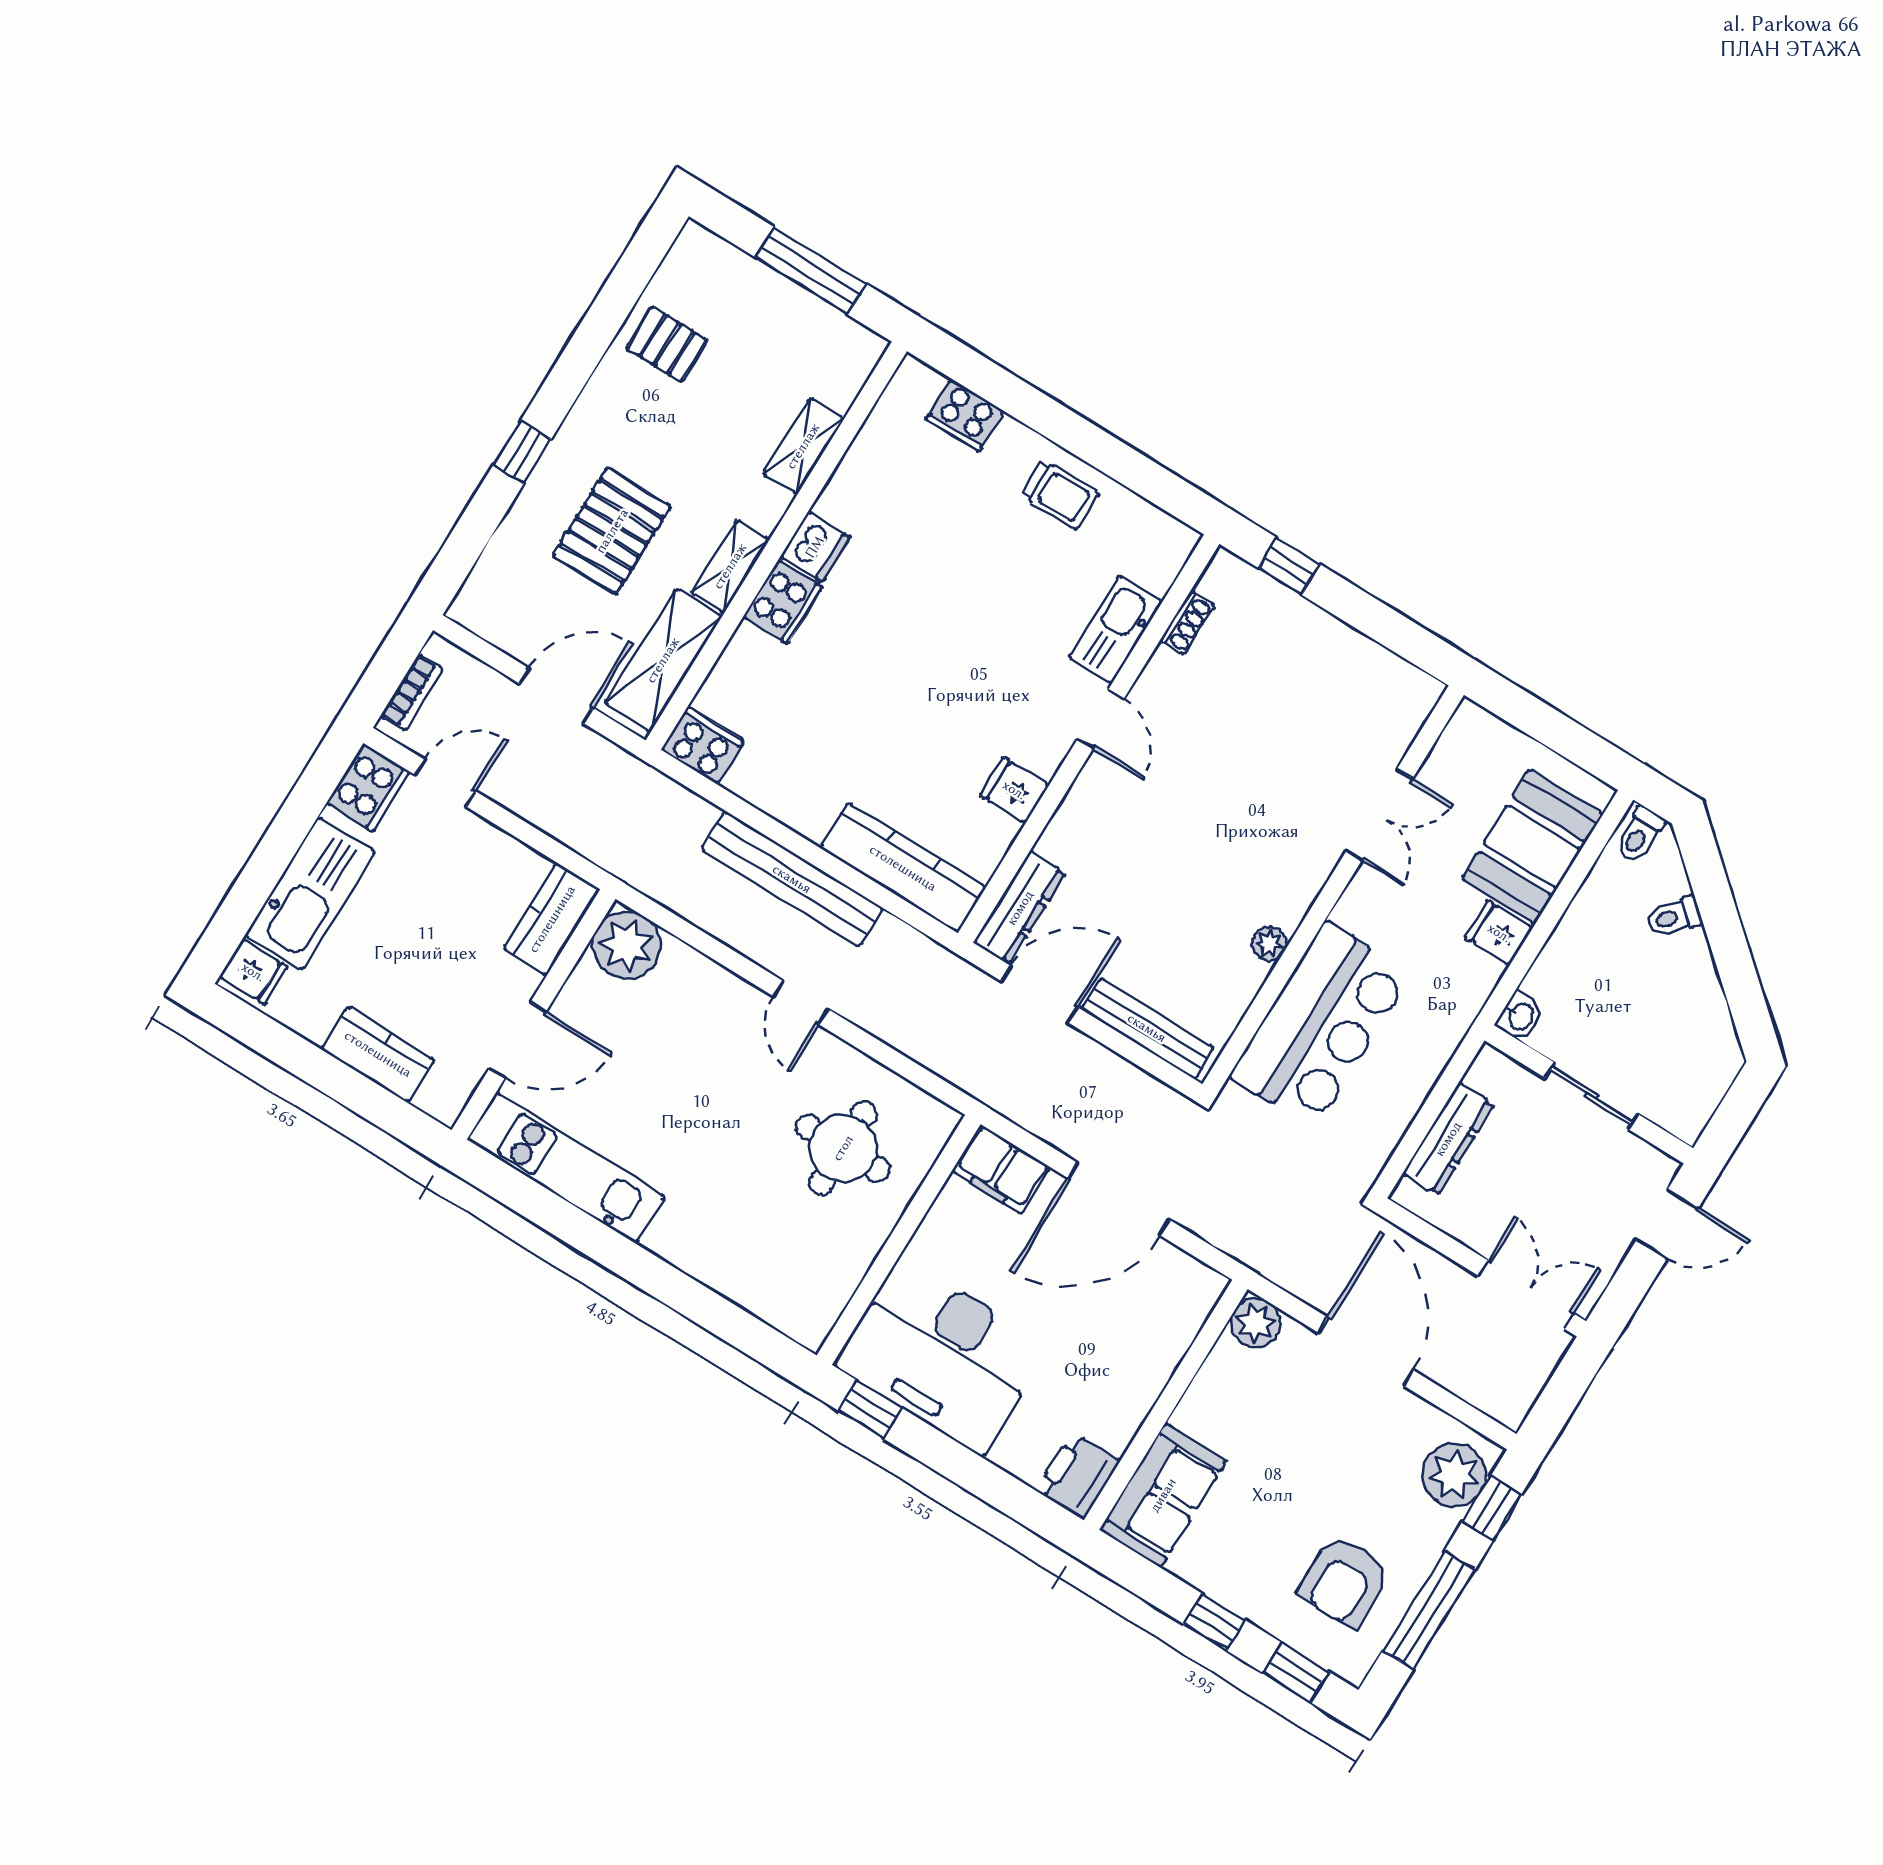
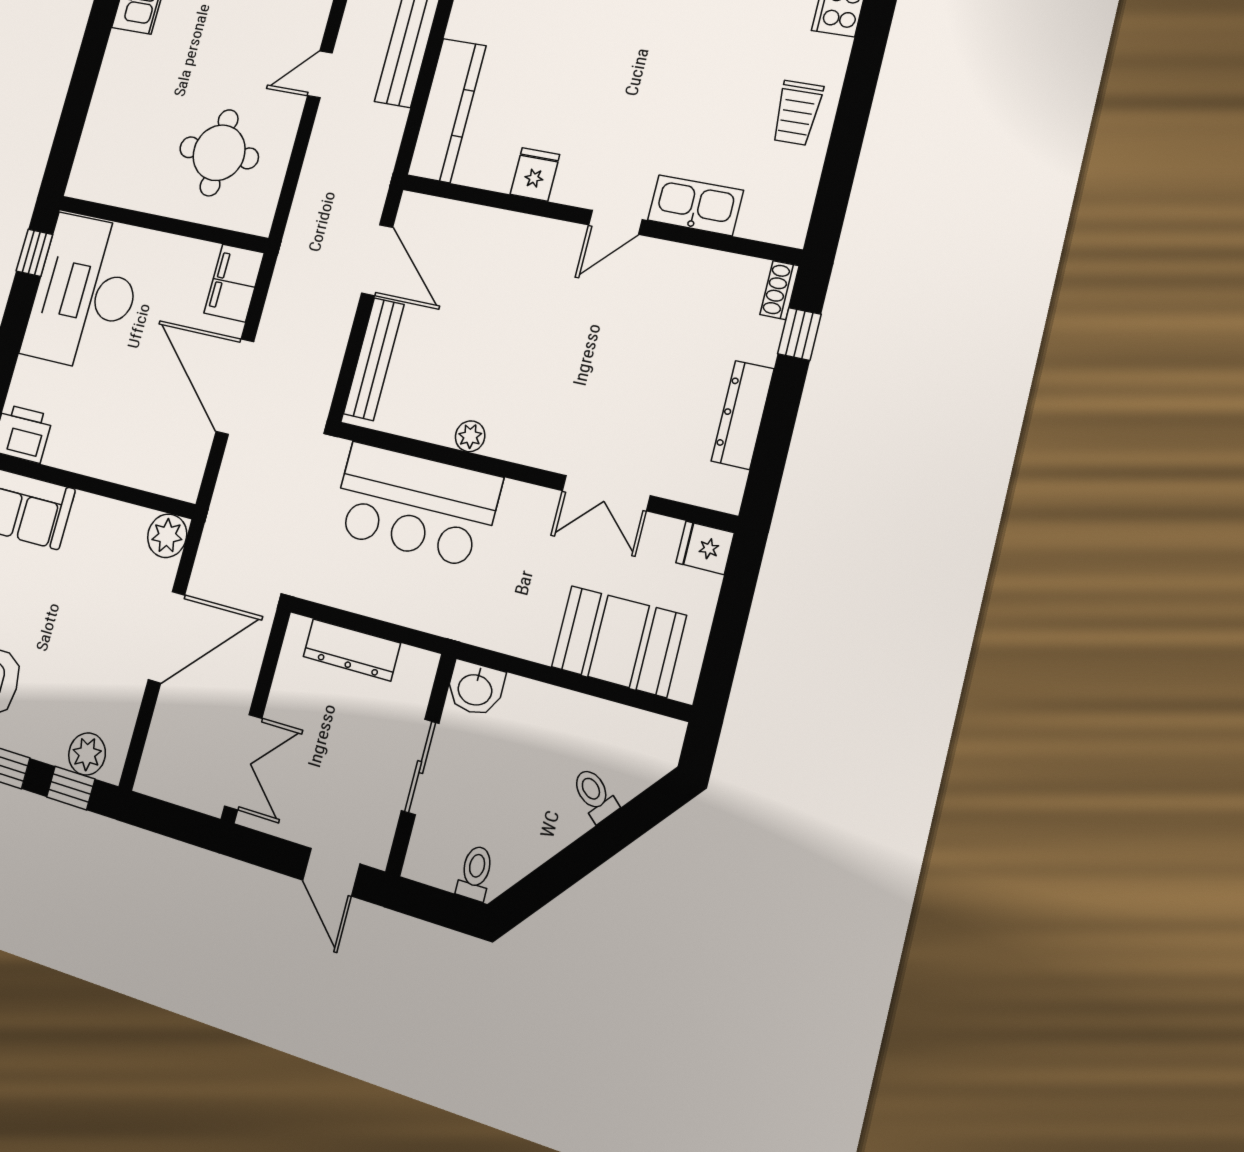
shoe rack: (1187, 623) -> (780, 290), moved, turned 90
toilet: (1640, 835) -> (475, 873), moved, turned 90
dresser: (1020, 908) -> (743, 415), moved, turned 90
fridge: (1499, 933) -> (705, 548), moved, turned -90
washbasin: (1520, 1016) -> (475, 688), width x1.38, depth x1.45
plant: (1454, 1475) -> (87, 754), width x0.73, depth x0.73

